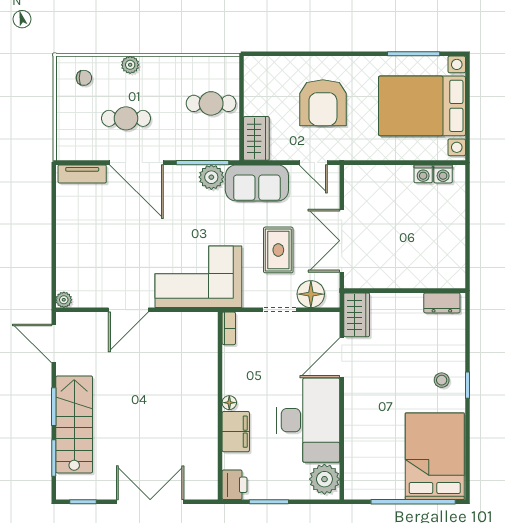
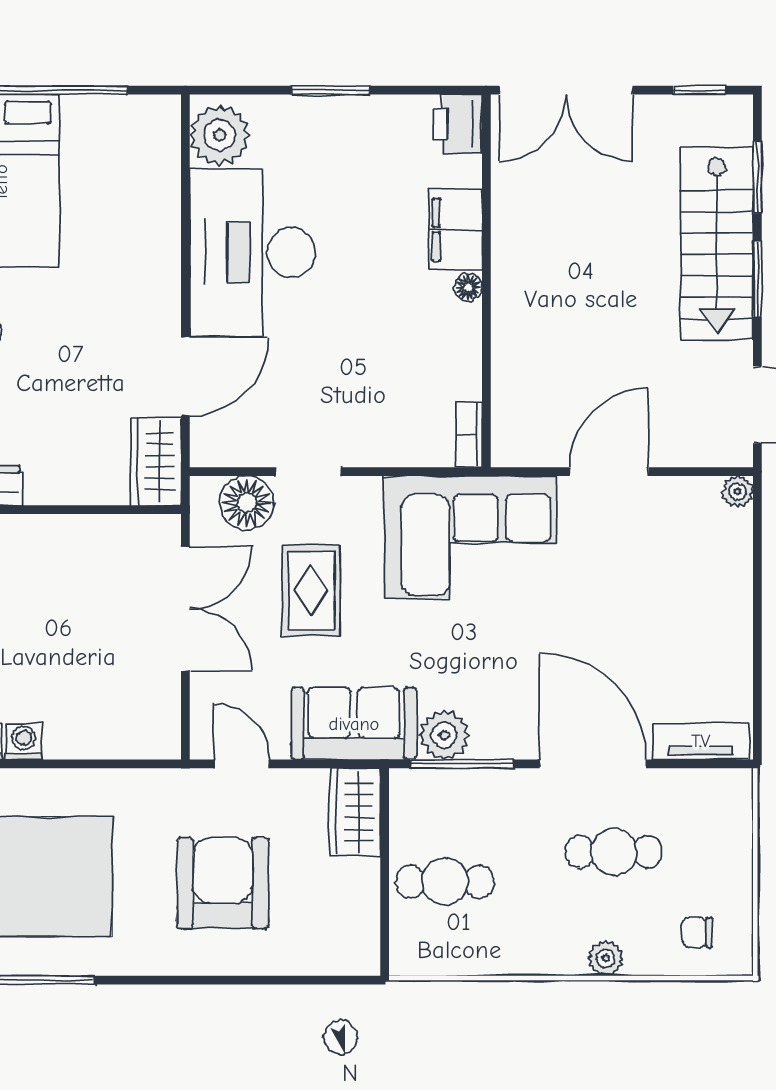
bookcase: (229, 328) -> (469, 435), moved
floor lamp: (229, 403) -> (468, 287), moved
wall: (220, 406) -> (486, 281), moved
filing cabinet: (236, 432) -> (455, 230), moved
printer: (235, 485) -> (458, 124), moved

